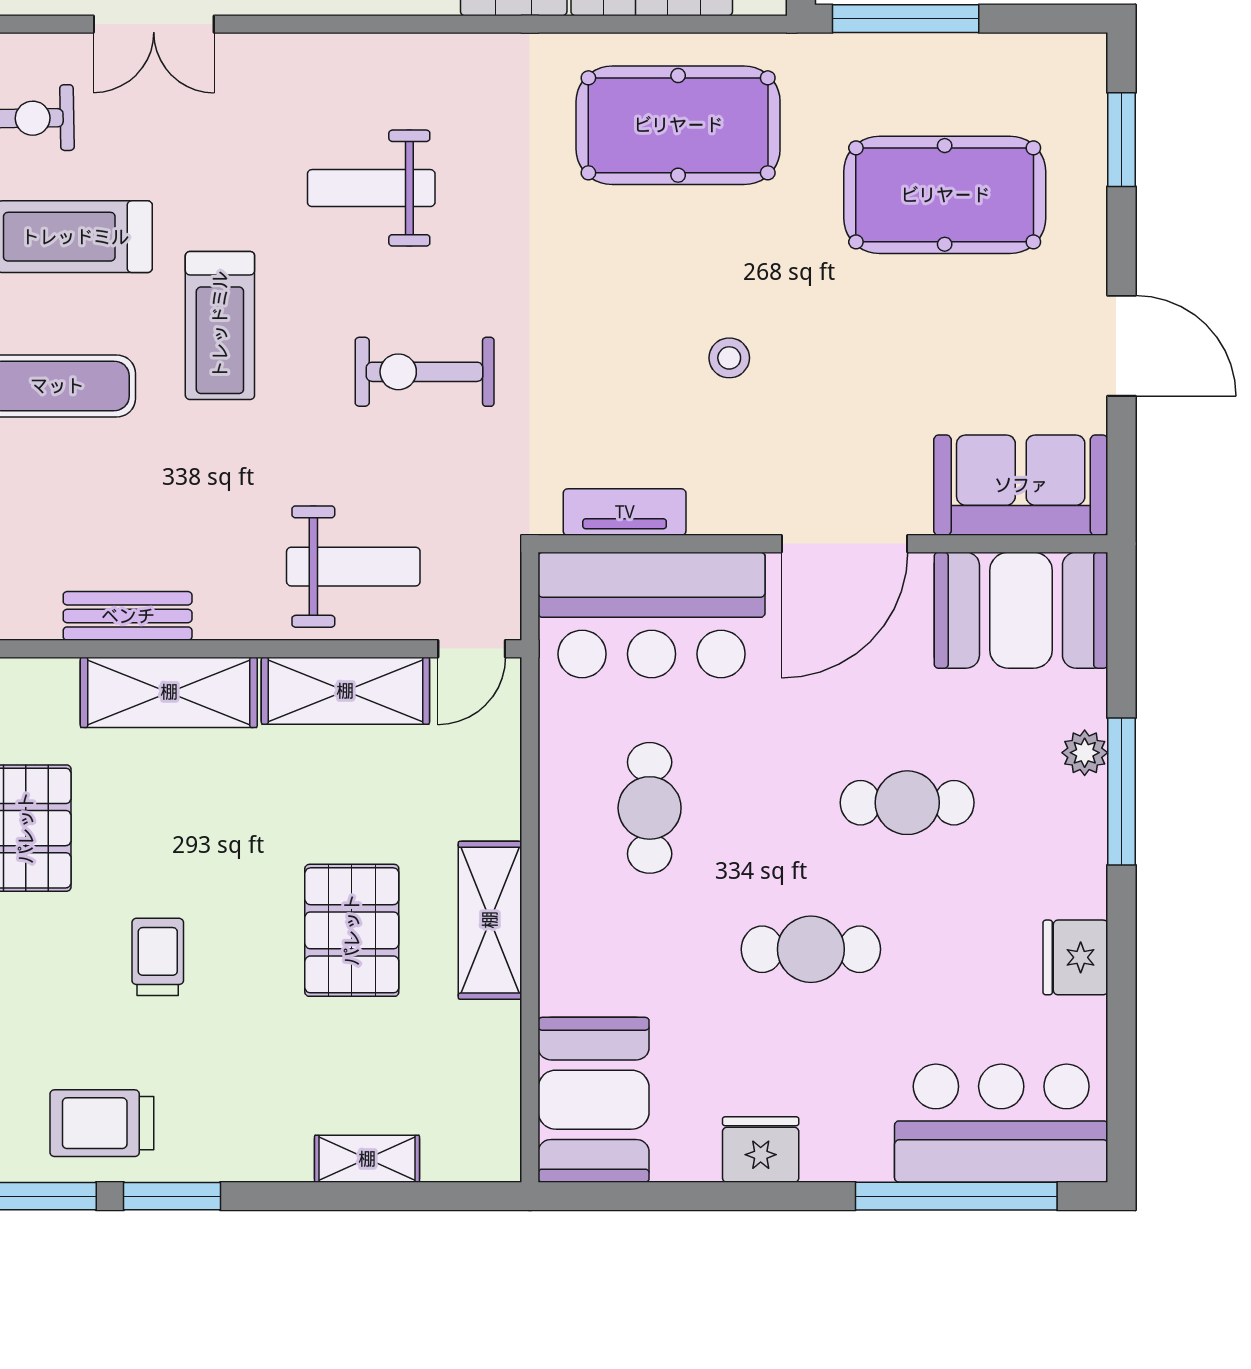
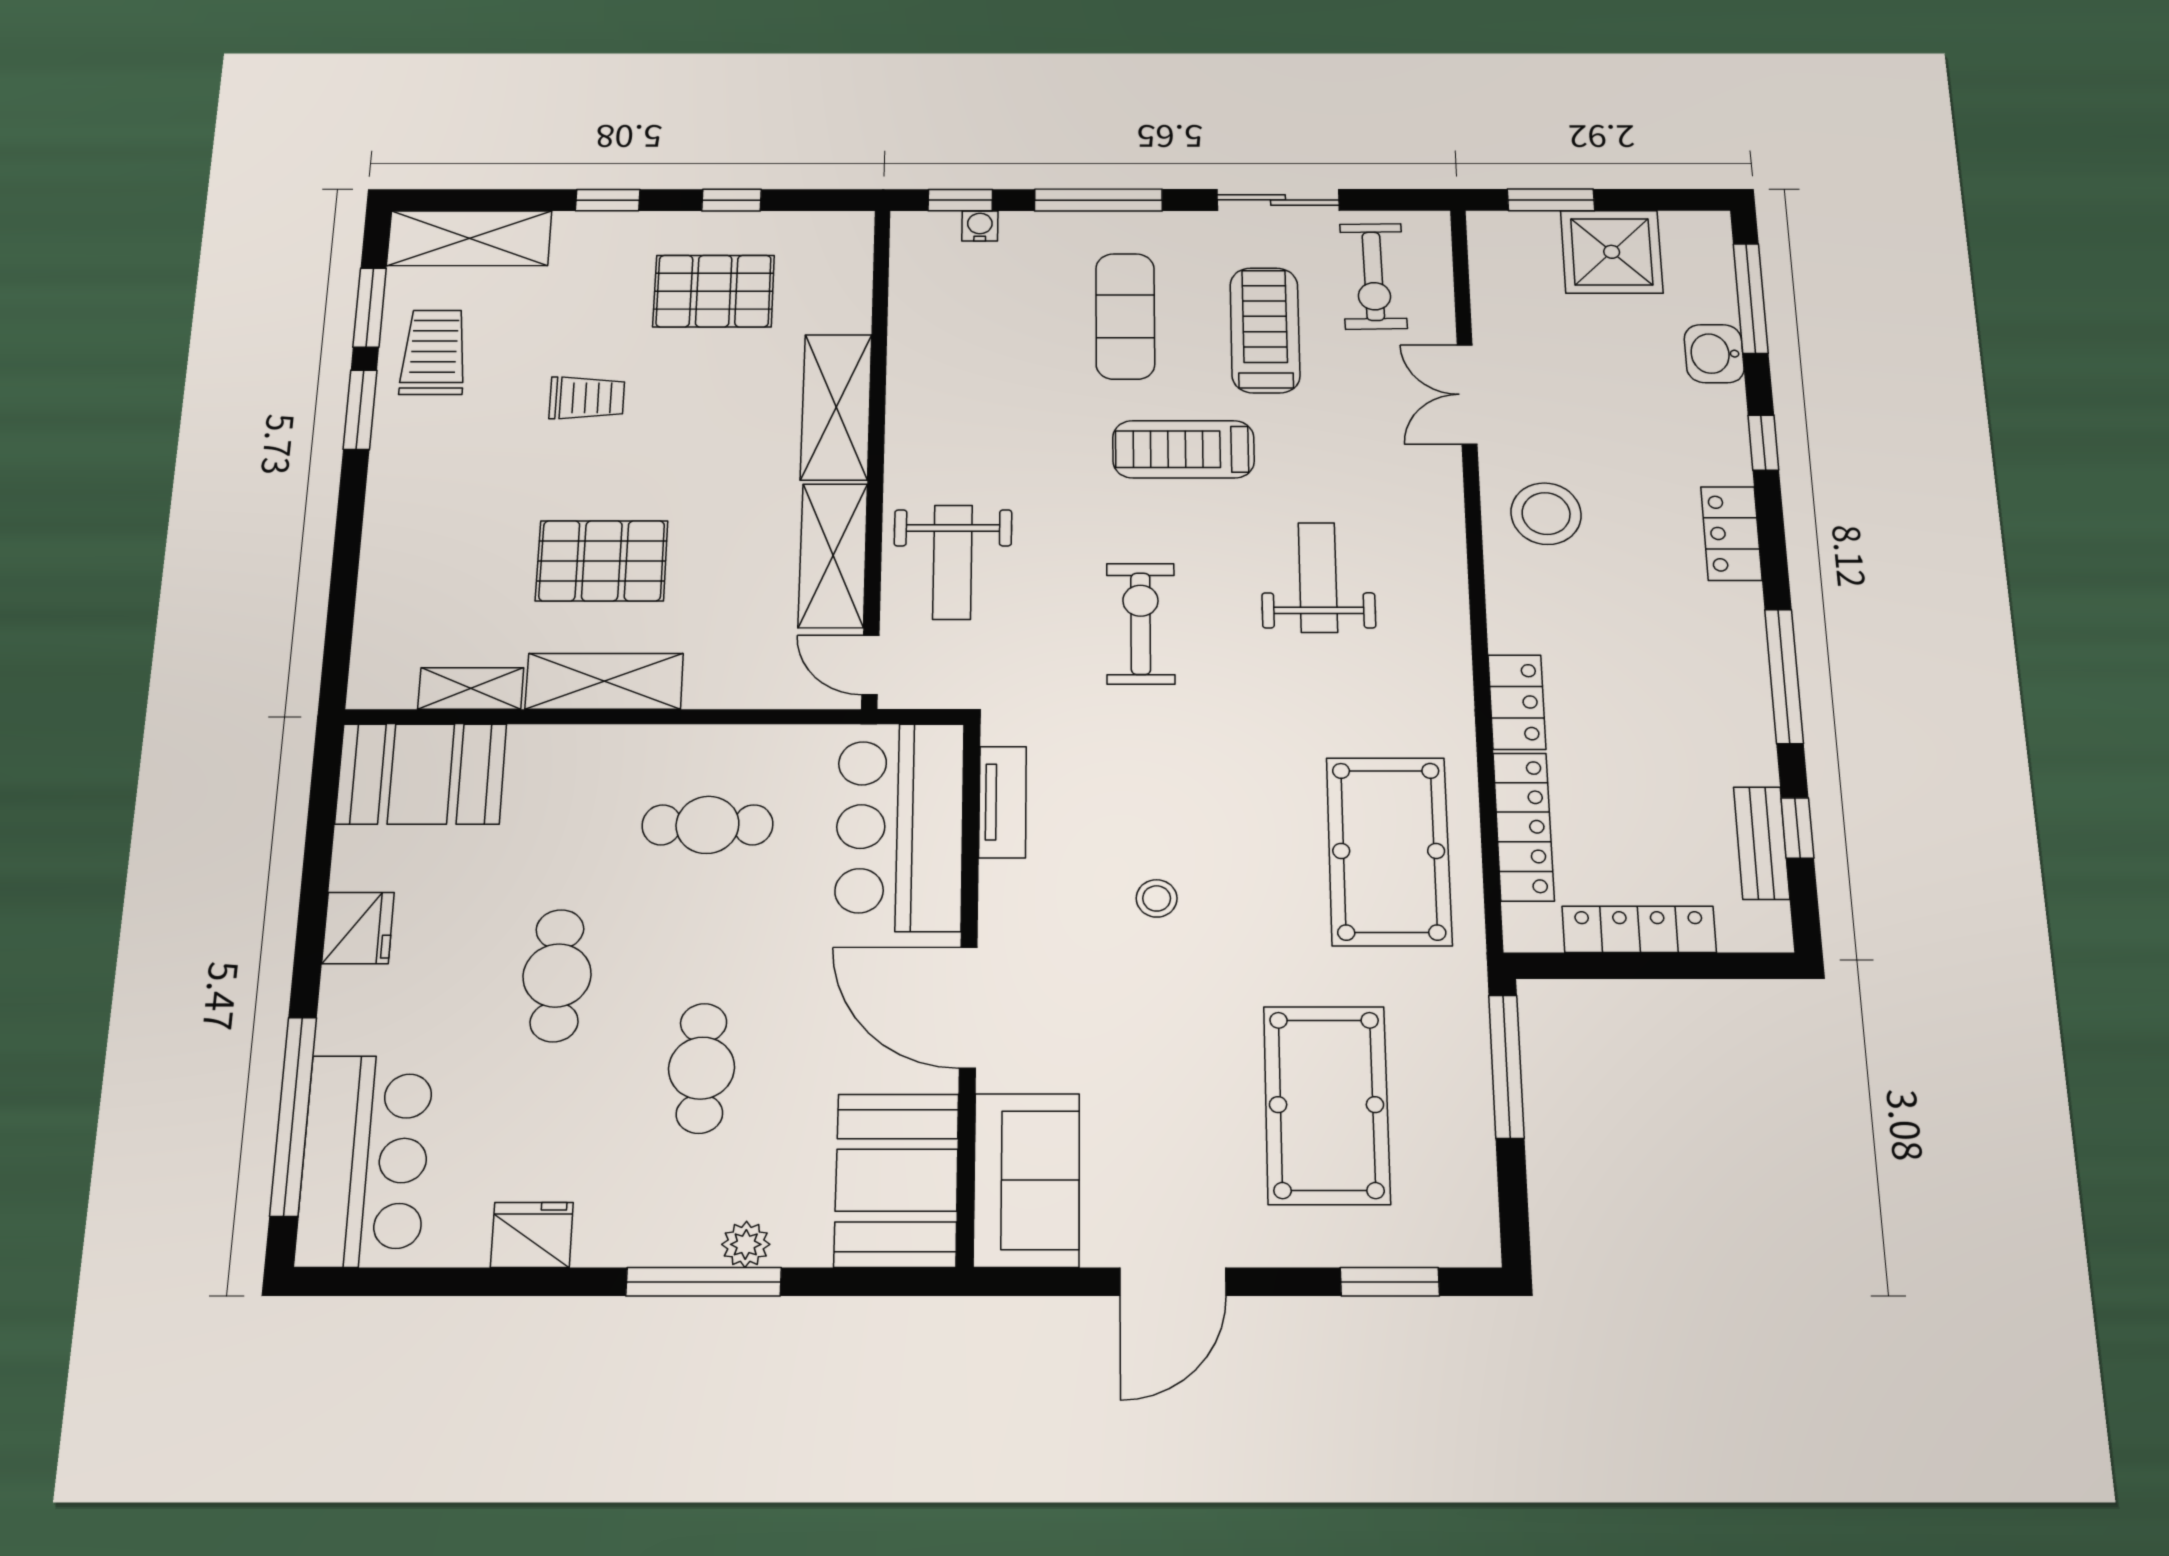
bench: (128, 616) -> (909, 373), removed
shelving: (367, 1159) -> (471, 688), moved, turned 90

